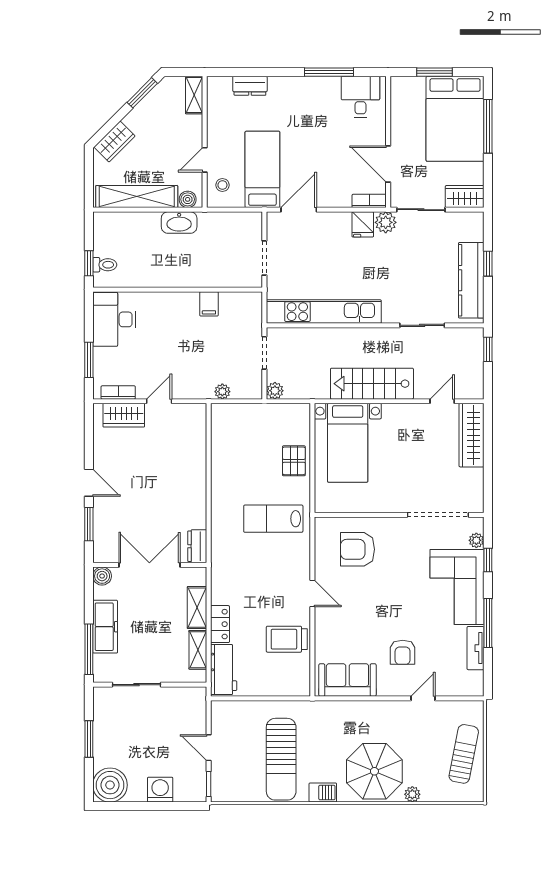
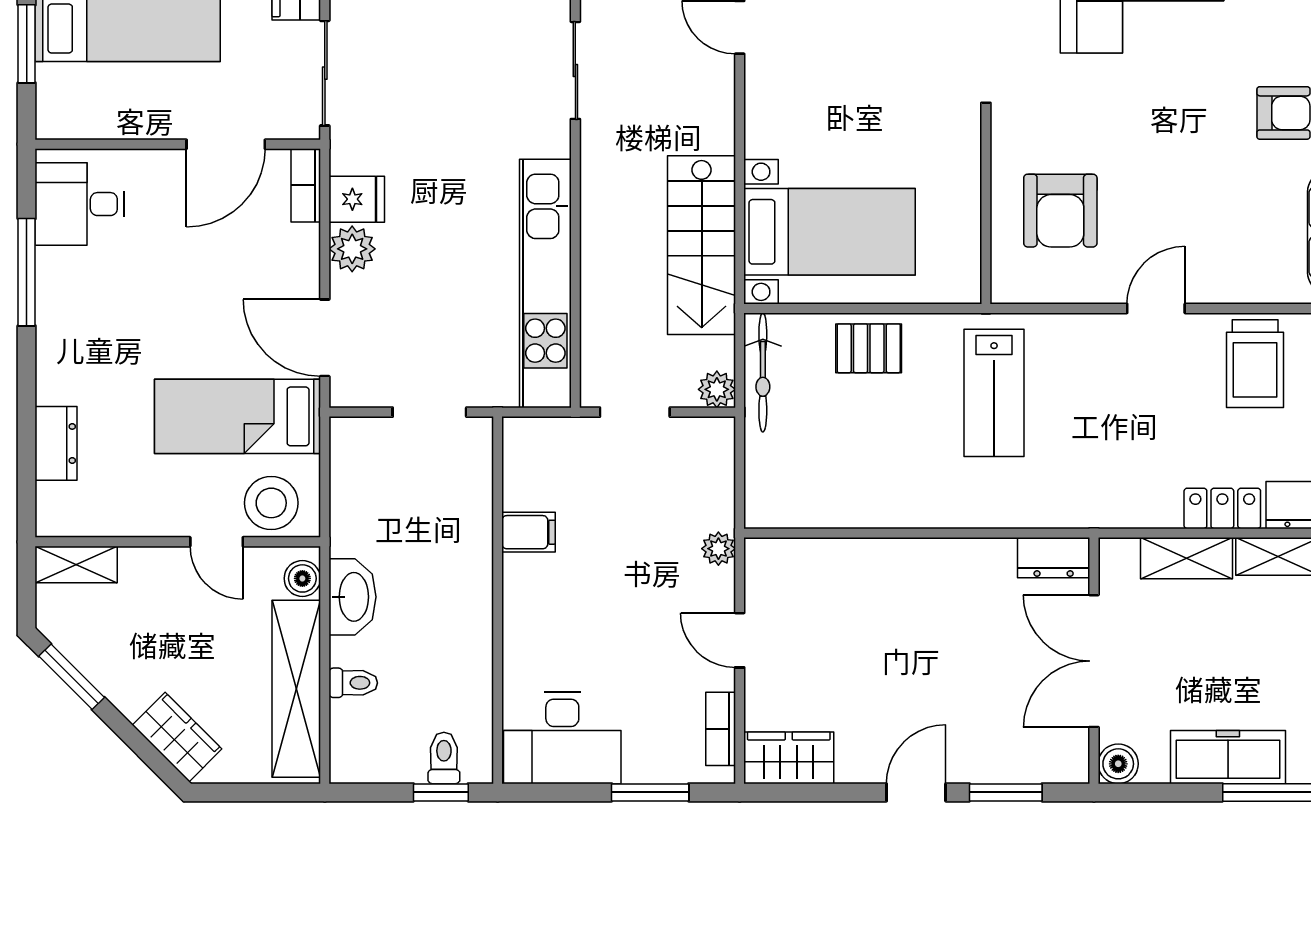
stool: (222, 185) -> (271, 503), width x1.89, depth x1.89
plant: (386, 222) -> (352, 249), moved
toilet: (139, 223) -> (353, 683), added
stairs: (372, 384) -> (702, 245), moved
plant: (222, 392) -> (718, 549), moved
bicycle: (283, 412) -> (763, 372), added
wardrobe: (124, 415) -> (789, 758), moved, turned -90

